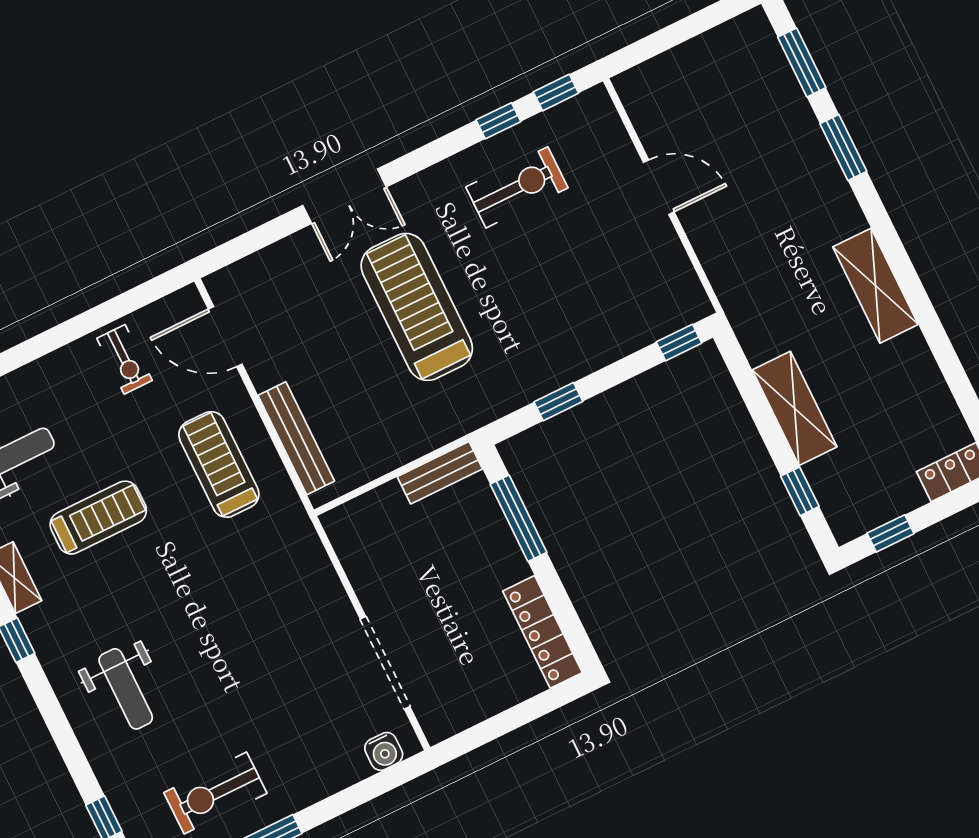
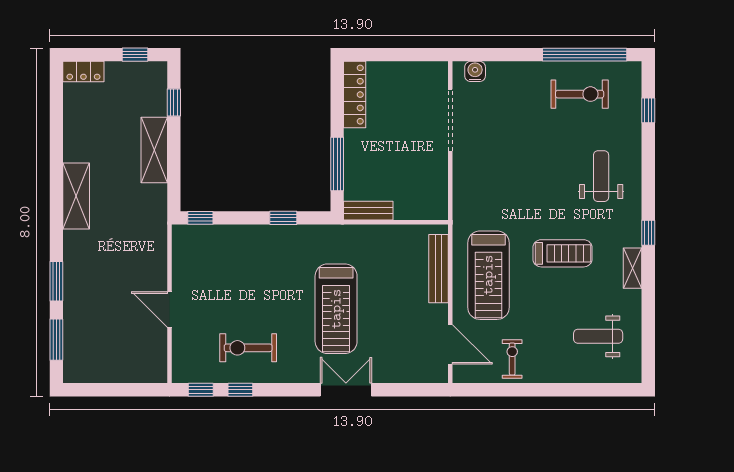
treadmill: (219, 464) -> (488, 275), width x1.37, depth x1.38
treadmill: (98, 518) -> (562, 253), moved, turned 180

